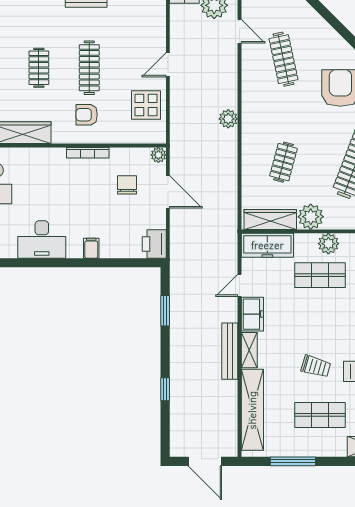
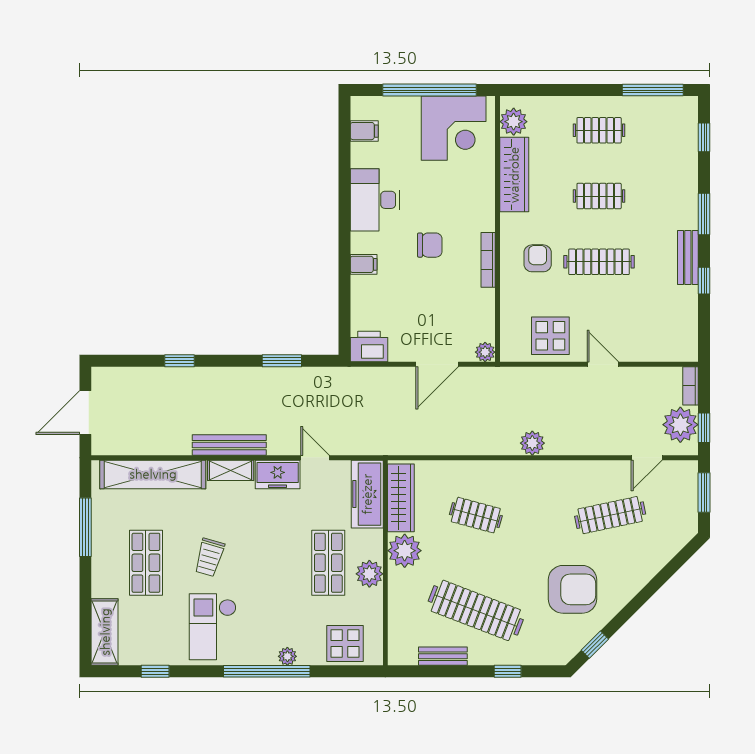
chair: (127, 185) -> (430, 245), moved

